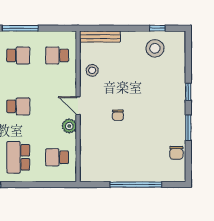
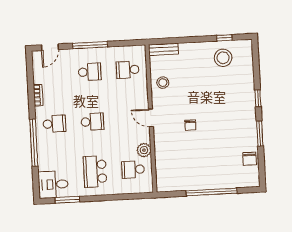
bench: (100, 37) -> (163, 49), width x0.73
plant: (69, 126) -> (144, 150), moved

